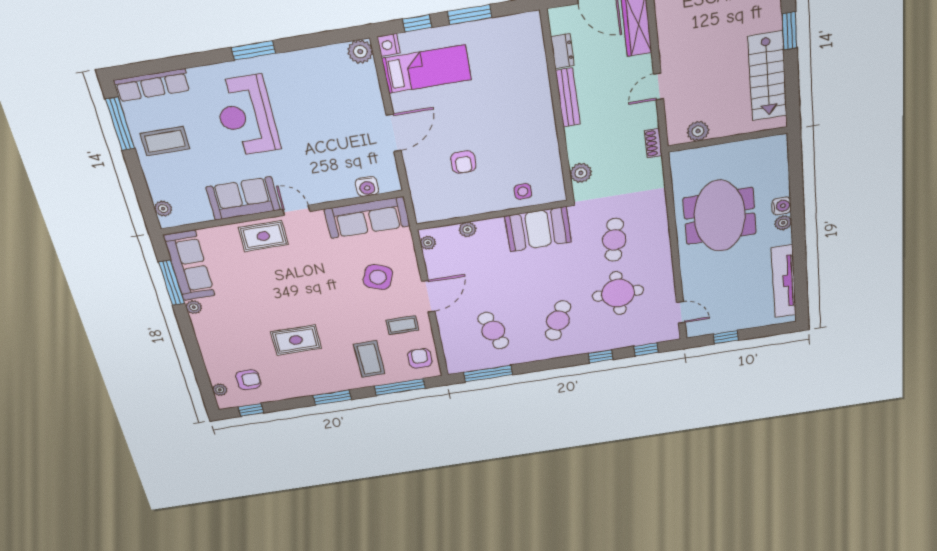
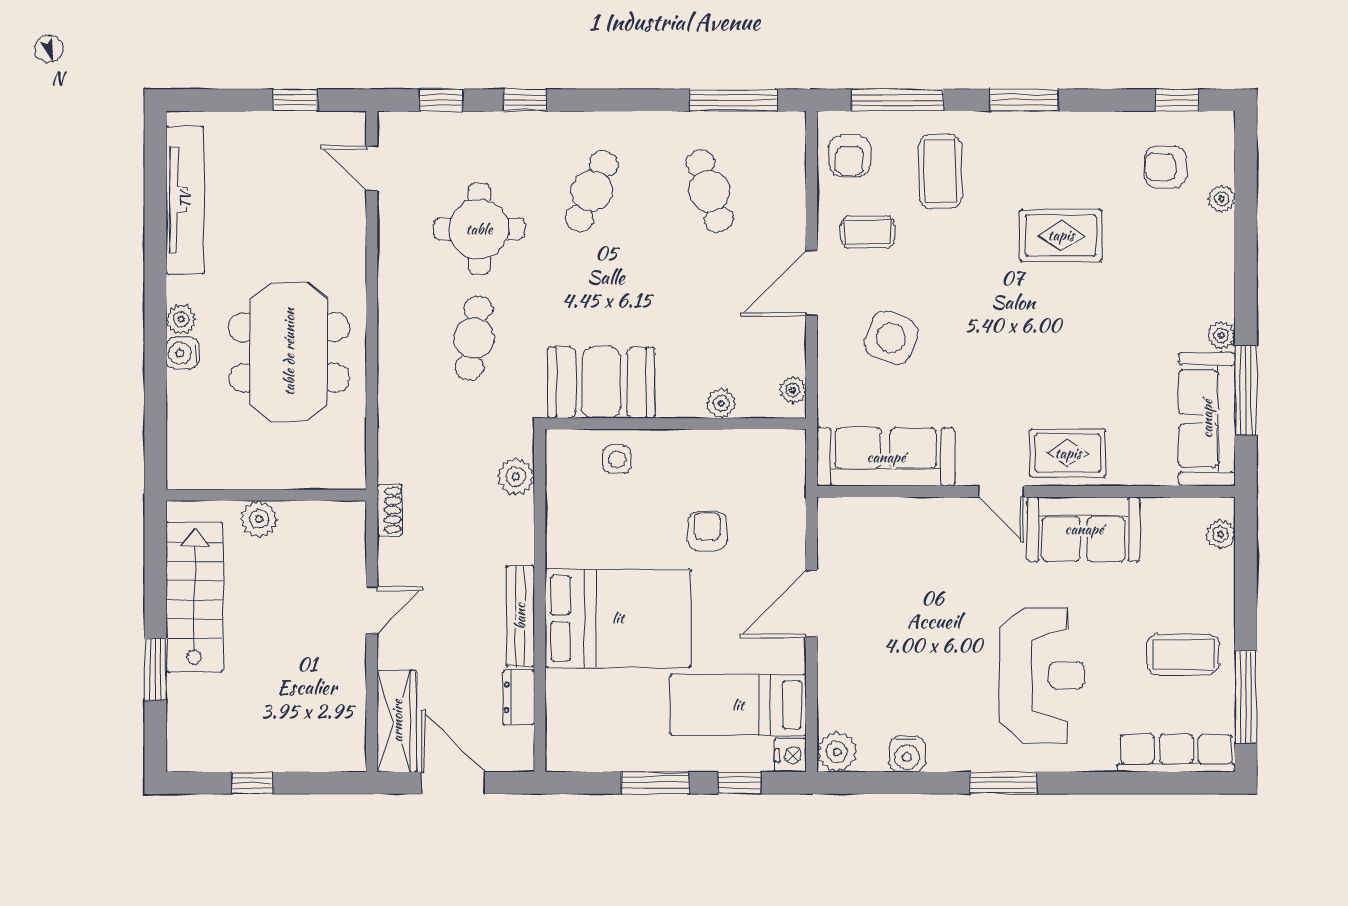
bed: (508, 106) -> (618, 618), added
plant: (698, 131) -> (259, 519), moved
water cooler: (367, 186) -> (907, 754), moved, turned 180
plant: (220, 390) -> (1222, 199), moved

